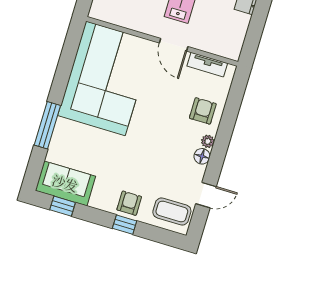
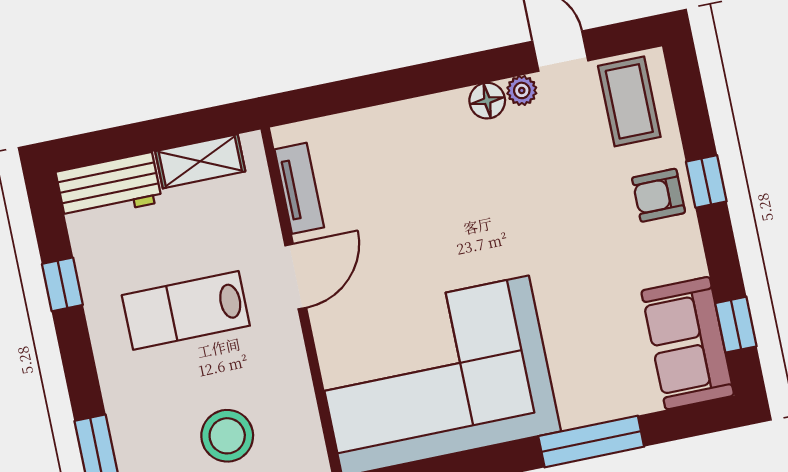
shelving: (239, 32) -> (200, 161), added
armchair: (203, 111) -> (396, 148), removed
plant: (208, 141) -> (522, 90), moved

